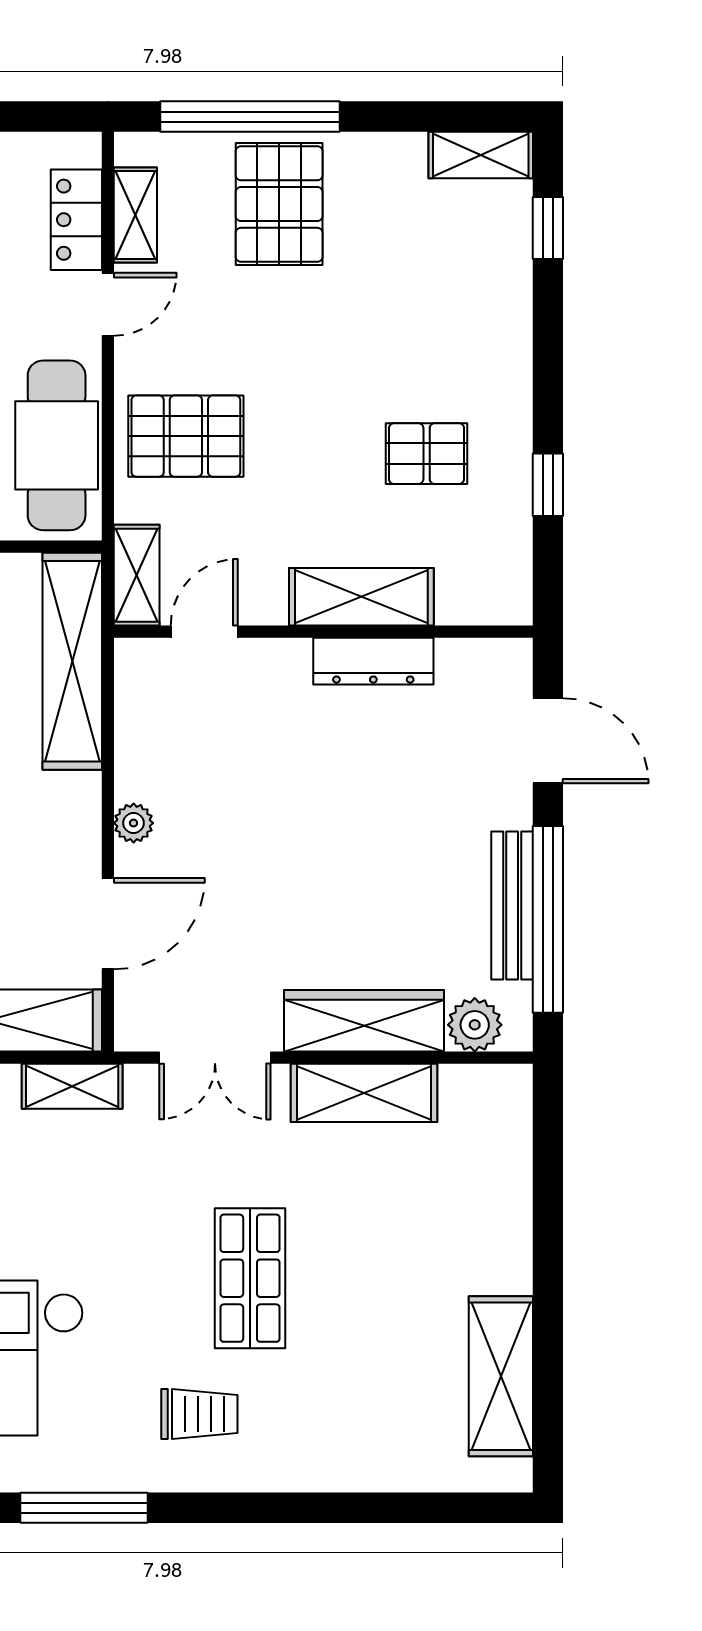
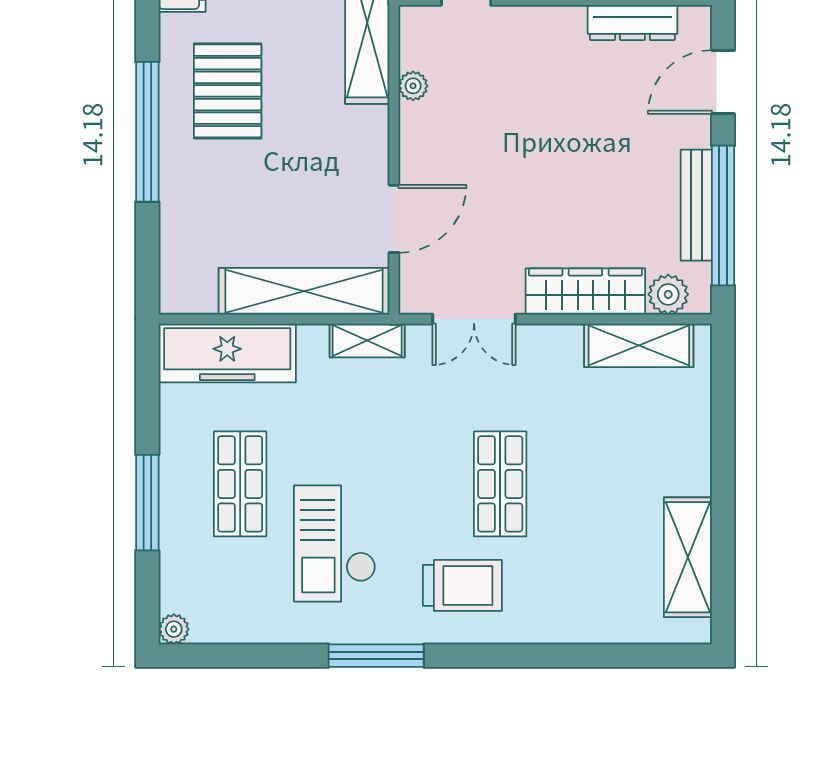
dresser: (373, 661) -> (632, 23), moved
door: (548, 741) -> (723, 82), swing flipped
plant: (134, 823) -> (413, 86), moved
shelving: (364, 1093) -> (639, 345), moved
trolley: (199, 1414) -> (462, 585), width x1.36, depth x1.39

